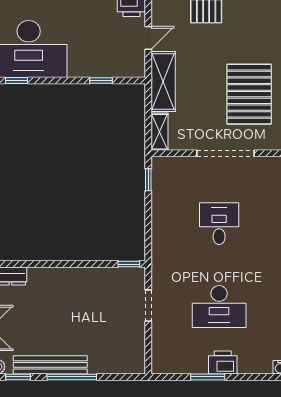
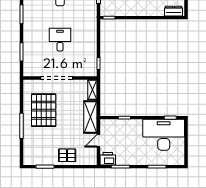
desk: (219, 224) -> (60, 40), turned 180

